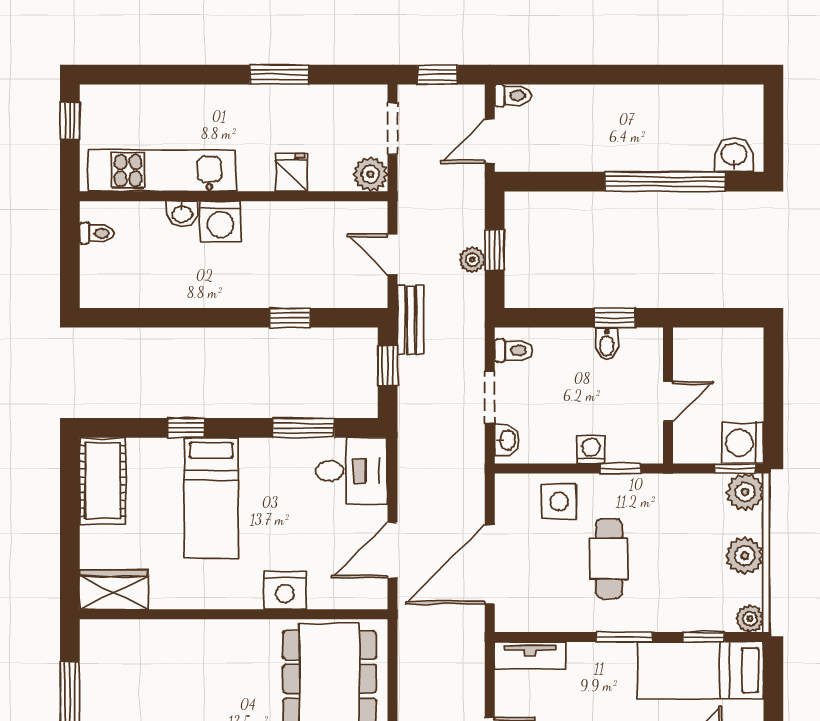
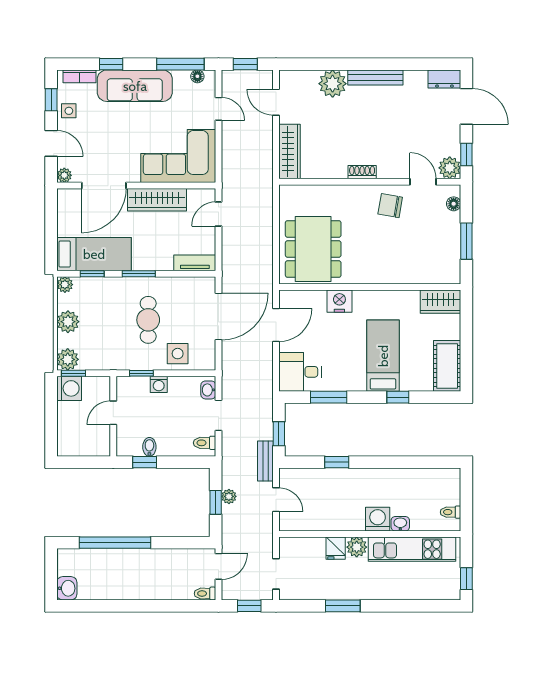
washbasin: (734, 155) -> (67, 588), moved, turned -90
plant: (370, 174) -> (357, 547), moved

